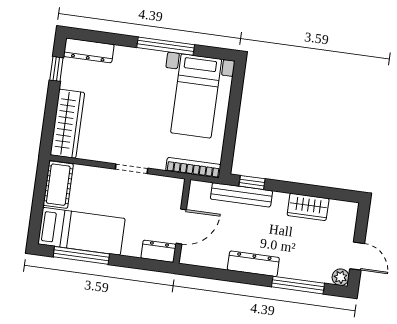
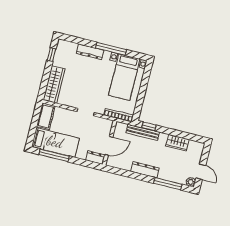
dresser: (89, 50) -> (90, 52), moved

